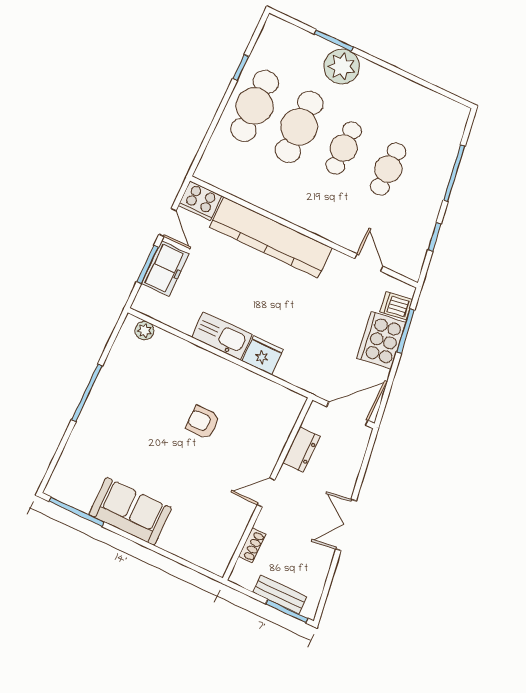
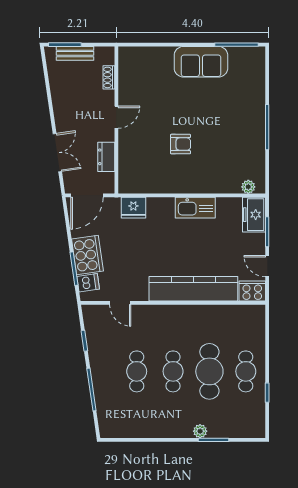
plant: (342, 66) -> (200, 431), width x0.53, depth x0.53
cafe table: (255, 106) -> (246, 371), width x0.73, depth x0.74
freezer: (165, 269) -> (254, 215), moved
fridge: (263, 355) -> (133, 208), moved
double door: (346, 525) -> (57, 153), moved

